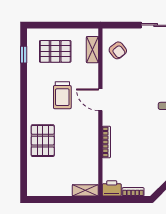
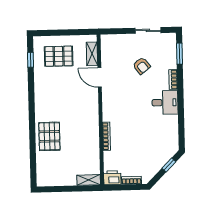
armchair: (118, 50) -> (142, 66), moved
trolley: (62, 95) -> (66, 95), removed
door: (100, 100) -> (100, 77), moved

